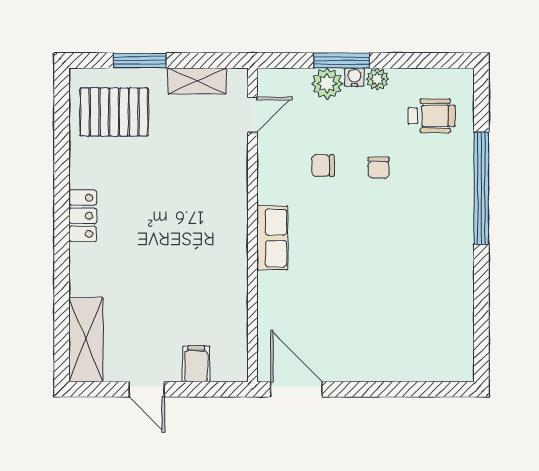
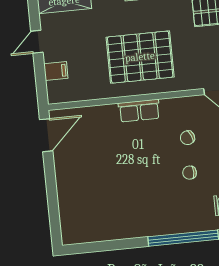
chair: (323, 166) -> (188, 138), turned -113
pallet: (187, 228) -> (140, 57), added

